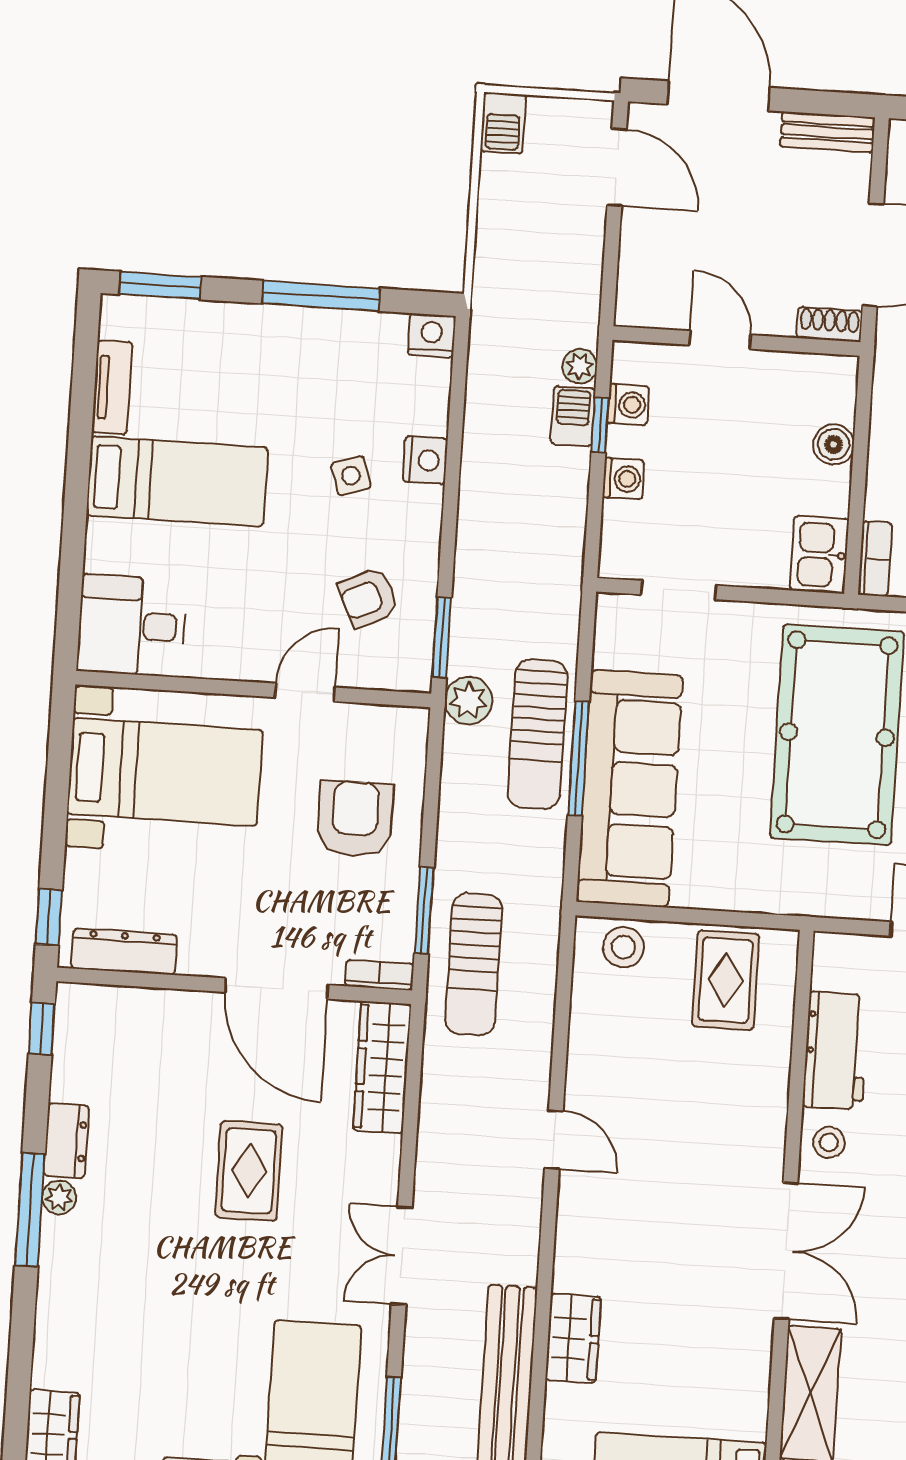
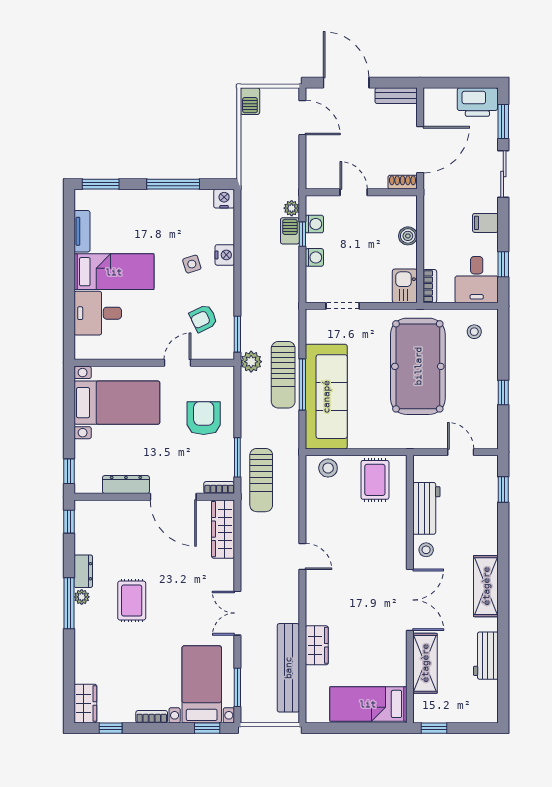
desk: (132, 626) -> (98, 313), moved
dresser: (124, 952) -> (126, 485), moved
rug: (249, 1171) -> (132, 601), moved

